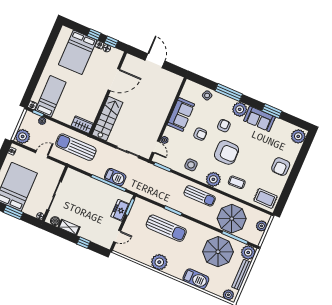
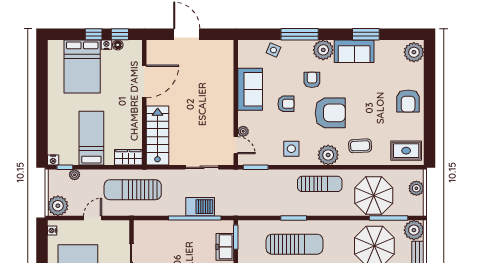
bed: (51, 96) -> (91, 138), moved

